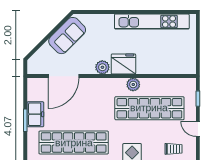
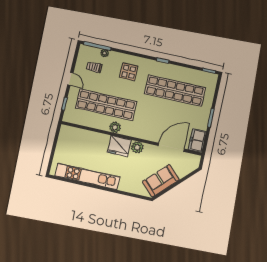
freezer: (35, 114) -> (197, 140), moved

